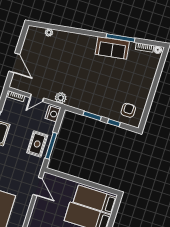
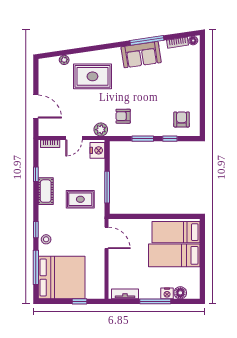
rug: (68, 53) -> (92, 76), added
armchair: (82, 93) -> (123, 116), added
rug: (37, 144) -> (80, 199), moved, turned 90

